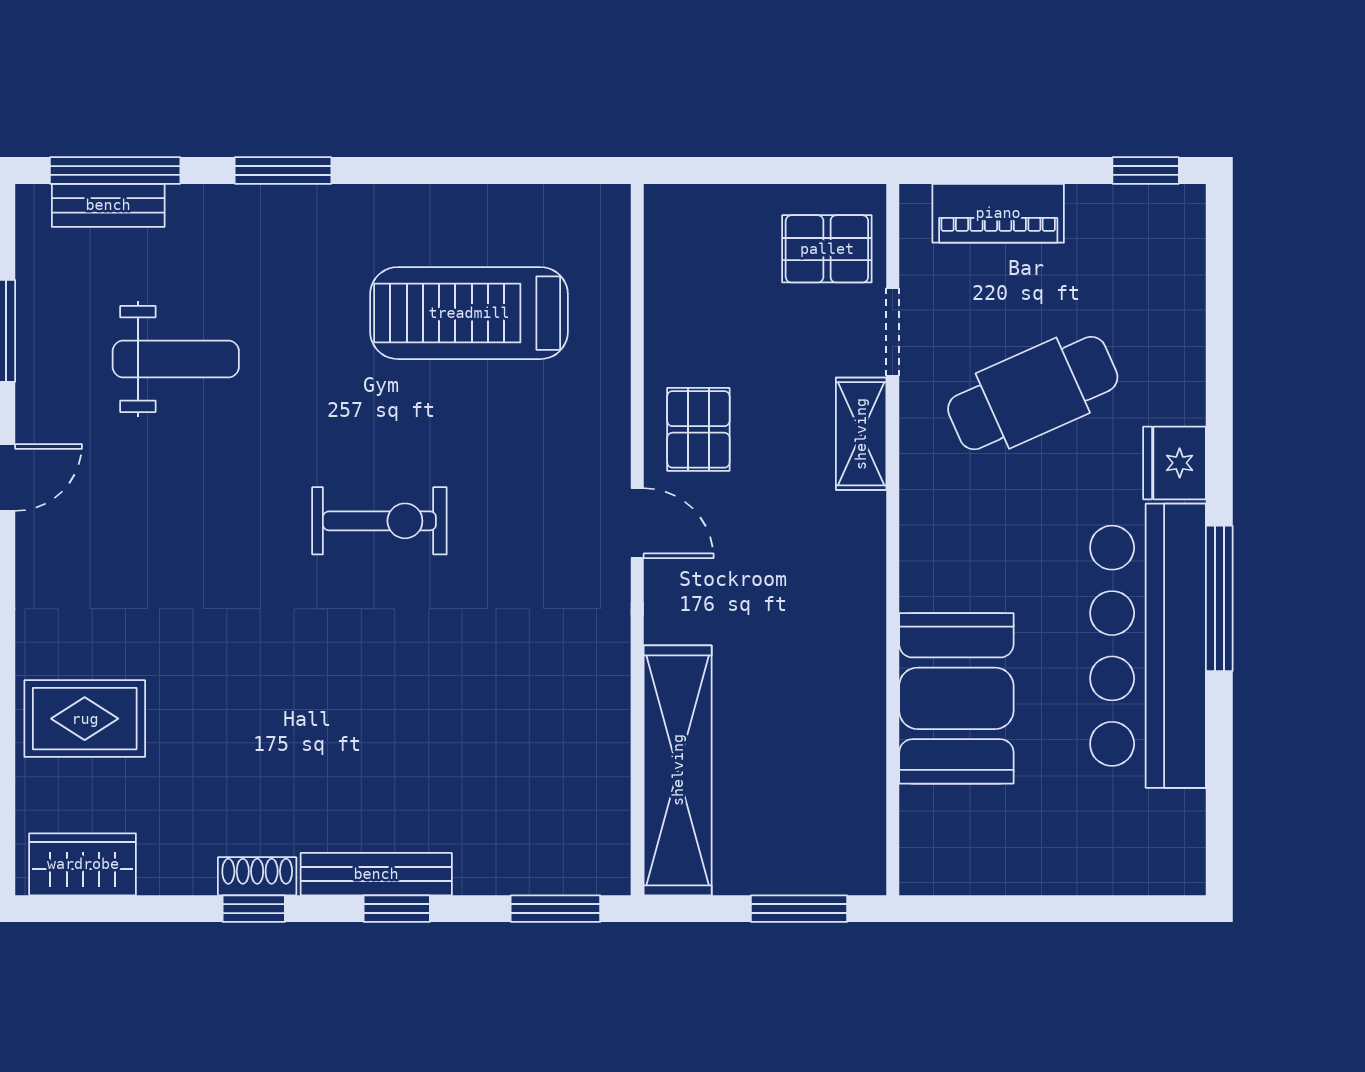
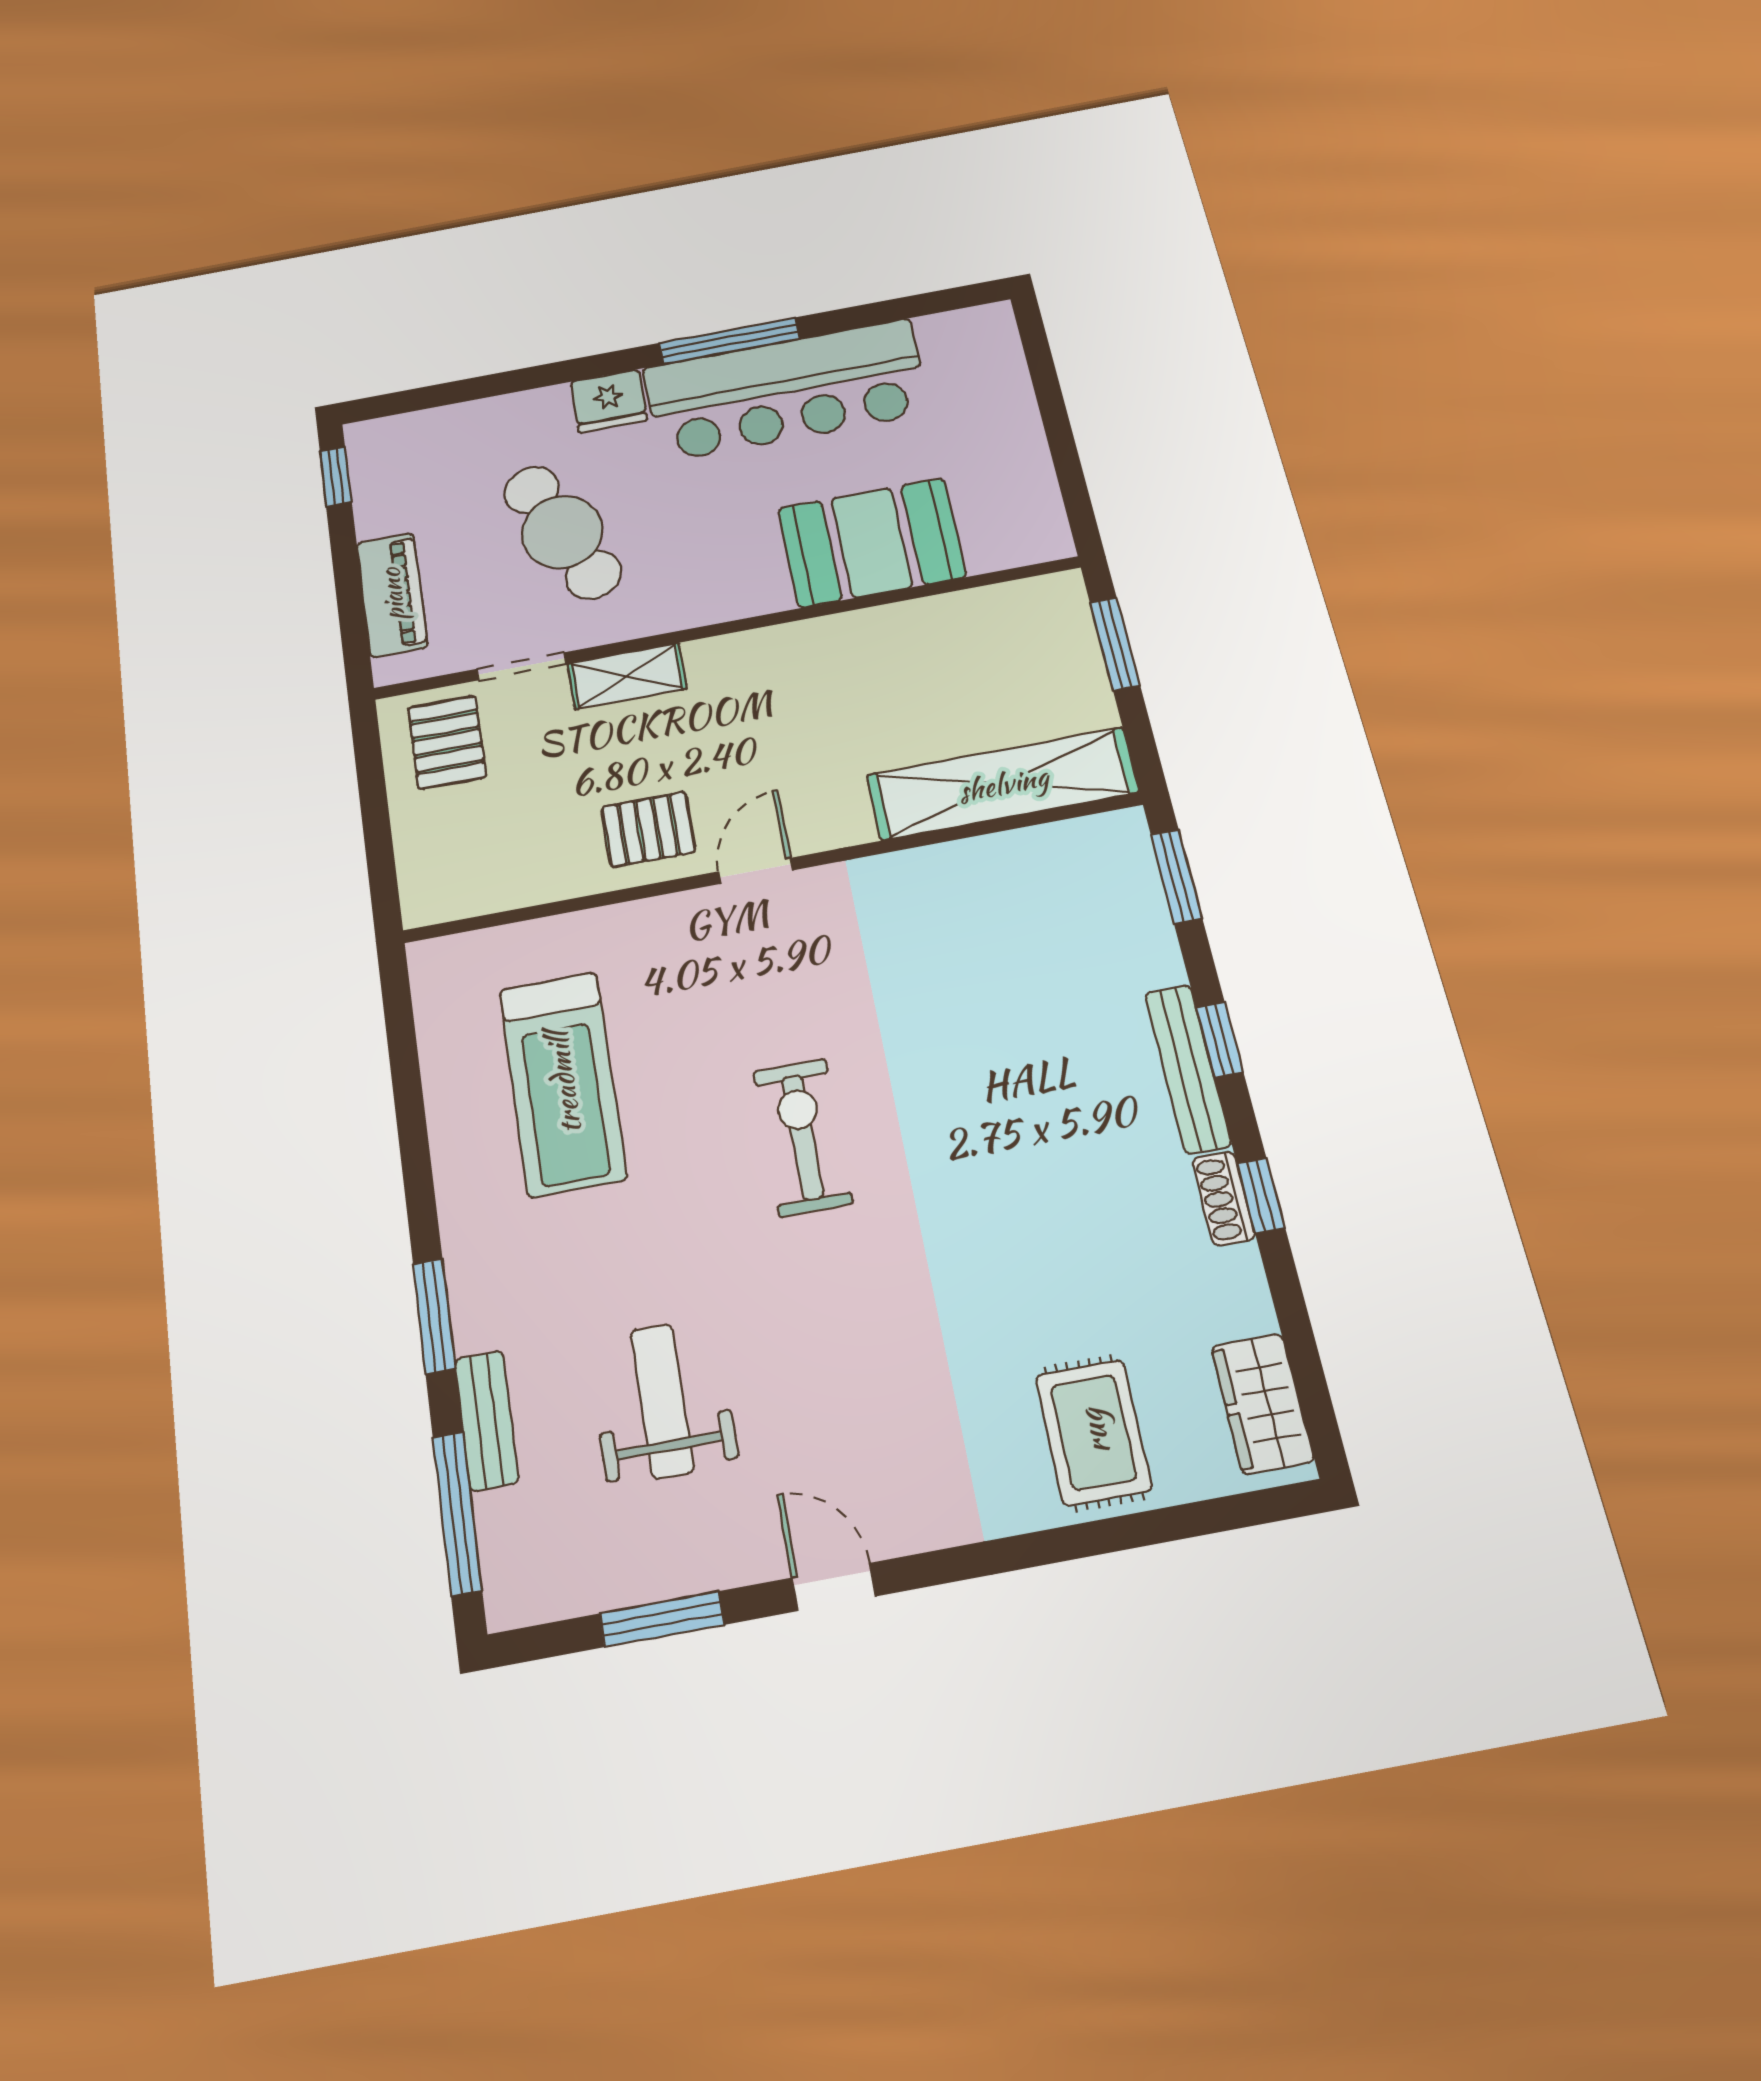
bench: (108, 205) -> (487, 1420), moved

